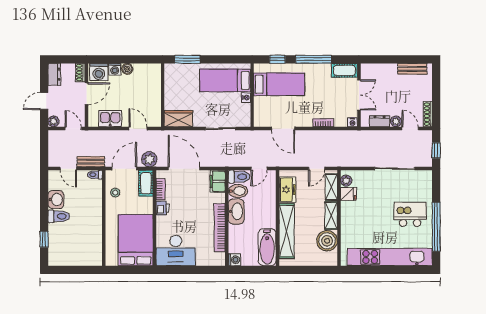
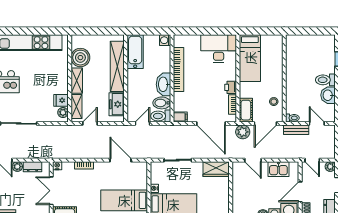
filing cabinet: (218, 181) -> (180, 117), width x0.50
bed: (136, 240) -> (250, 58), width x0.67

